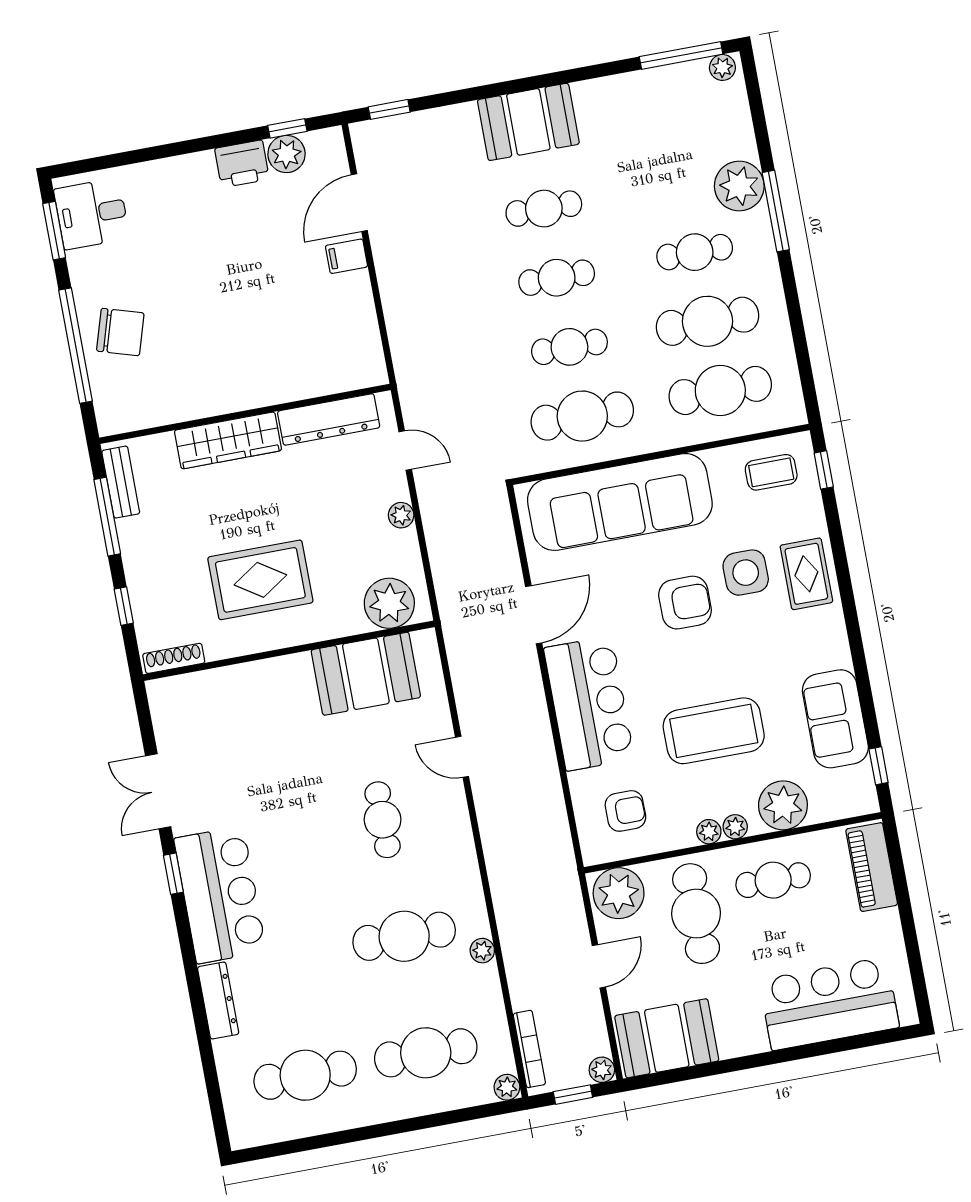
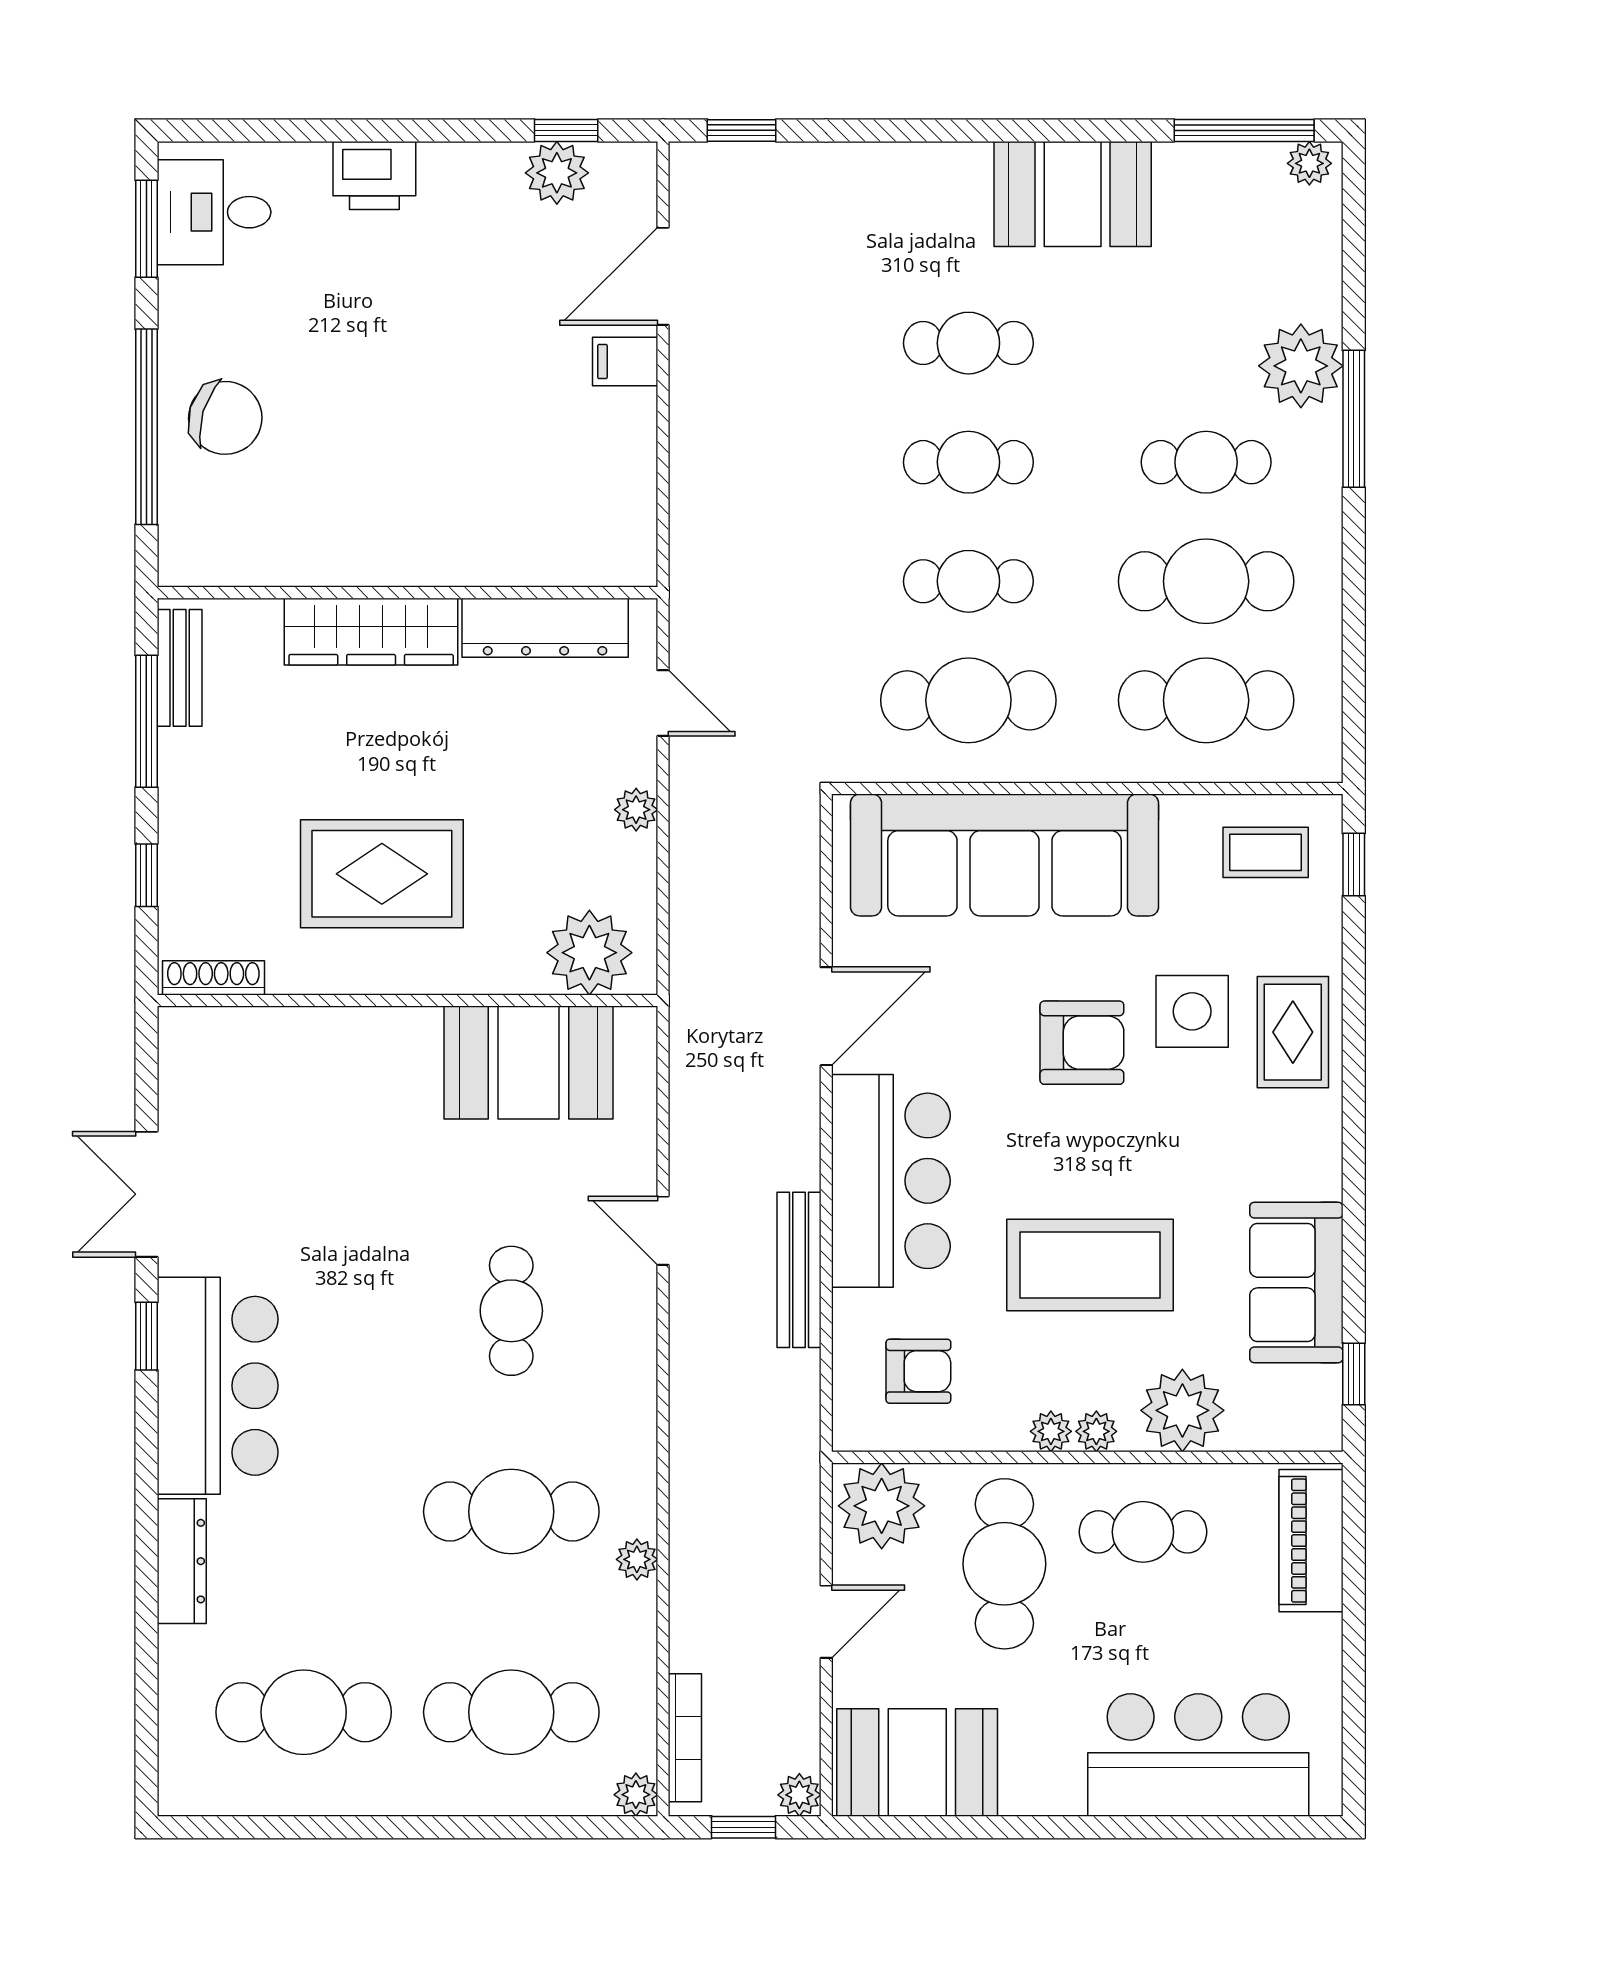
booth: (528, 122) -> (1073, 194), moved
printer: (242, 164) -> (374, 175), moved
bench: (545, 765) -> (799, 1270), added

